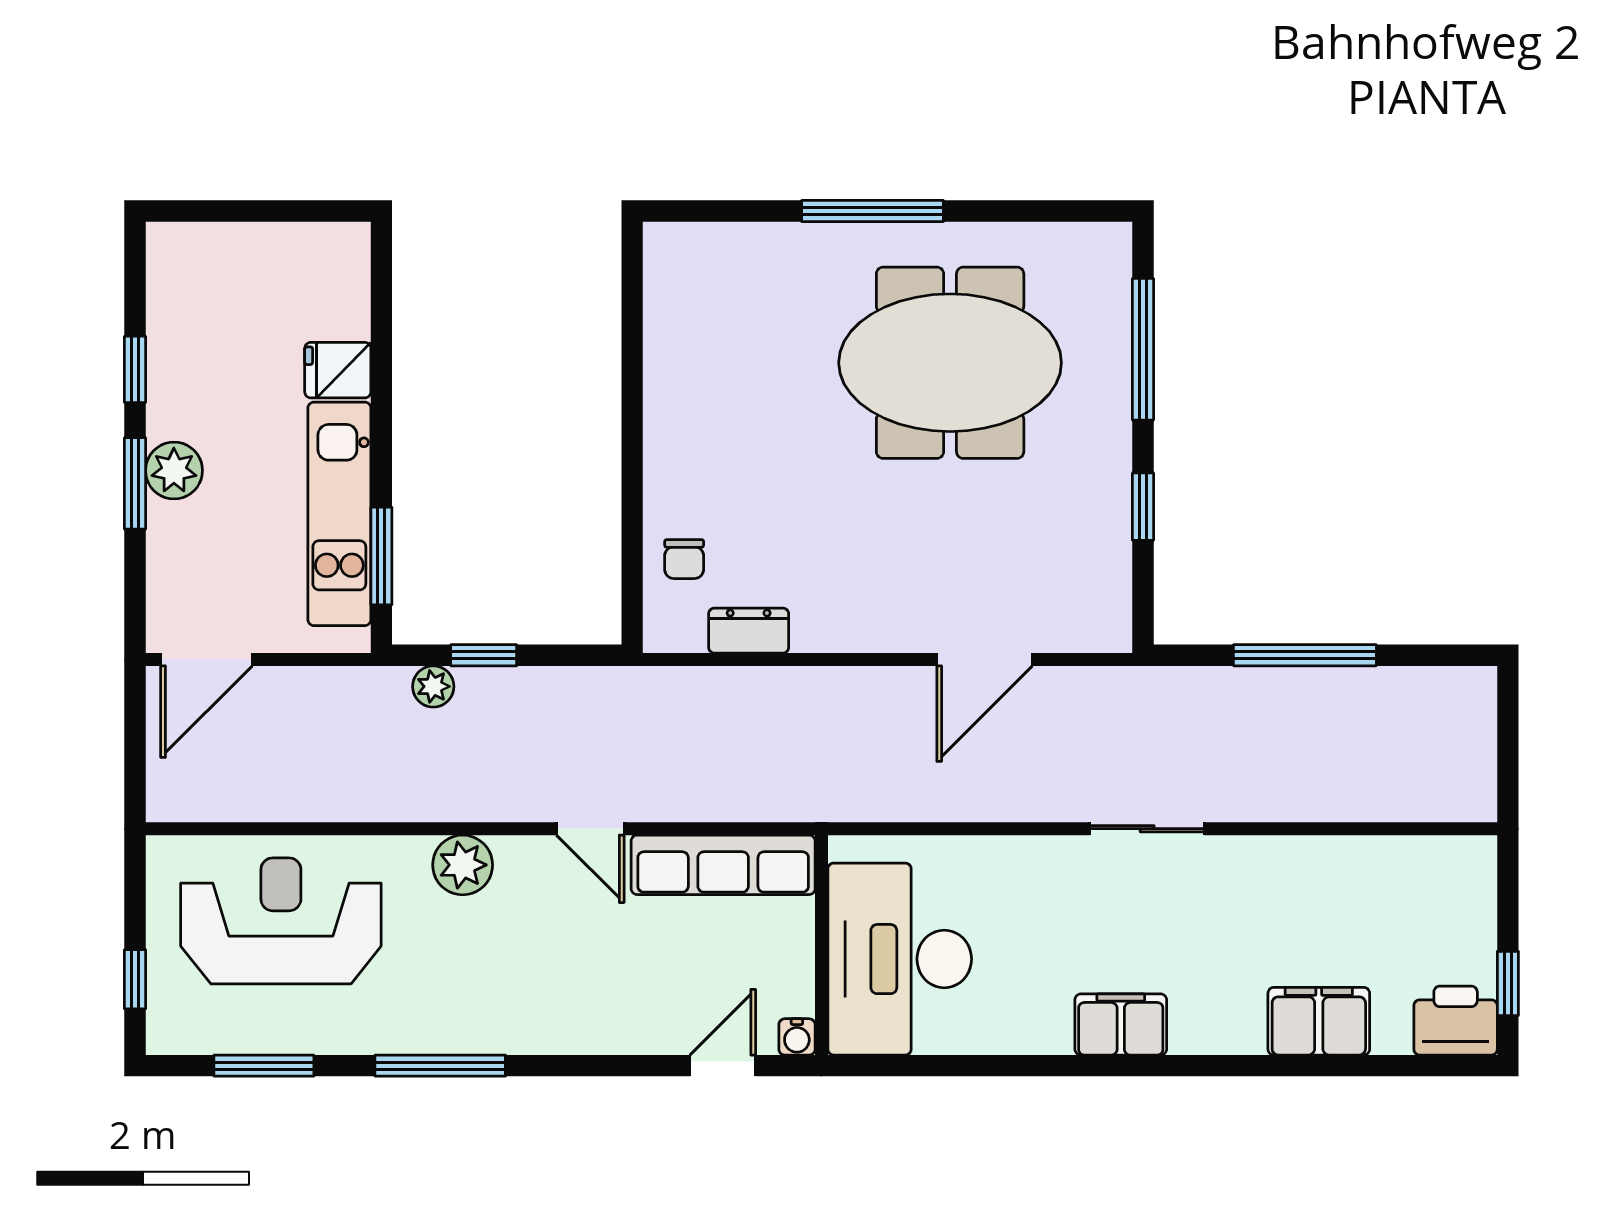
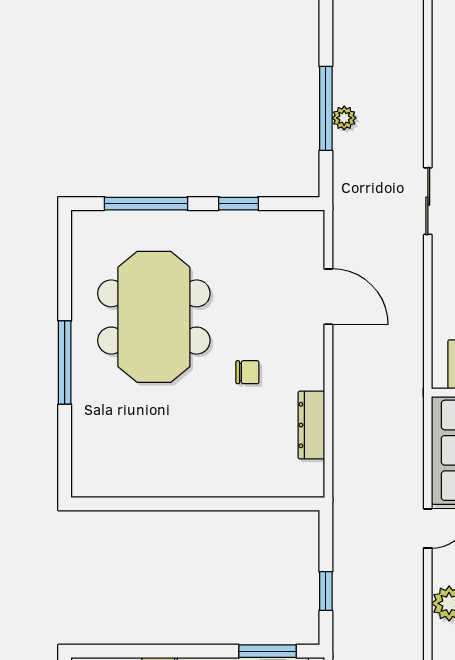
chair: (684, 559) -> (247, 372), moved
dresser: (749, 631) -> (311, 425), width x1.44
plant: (433, 686) -> (344, 118), moved

